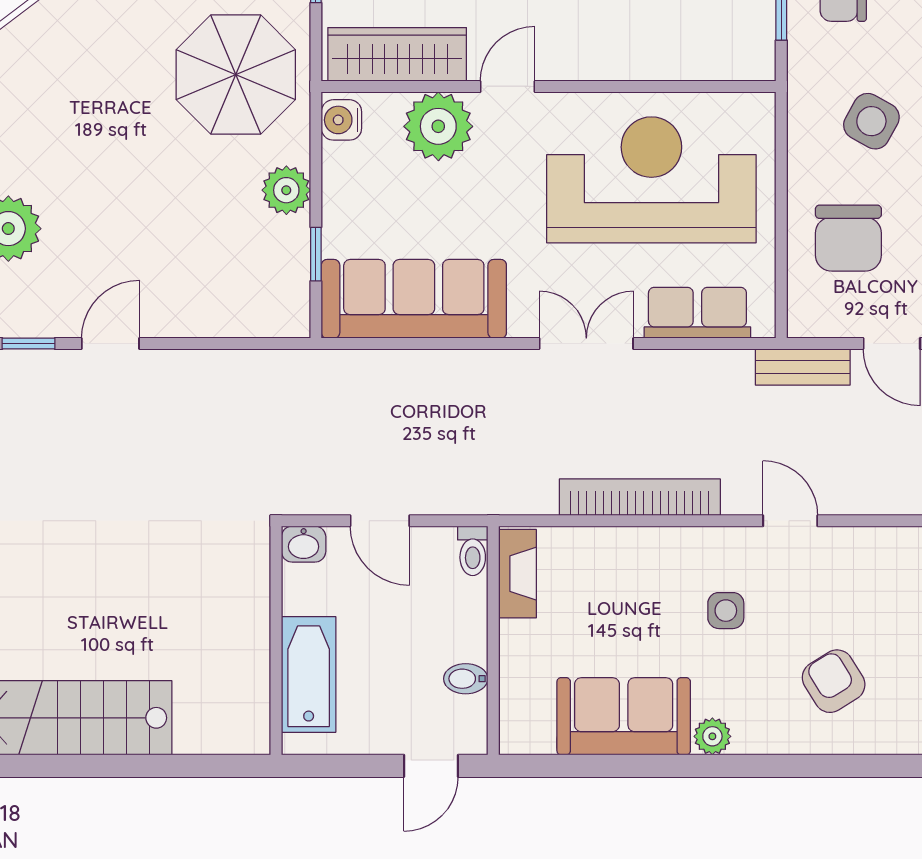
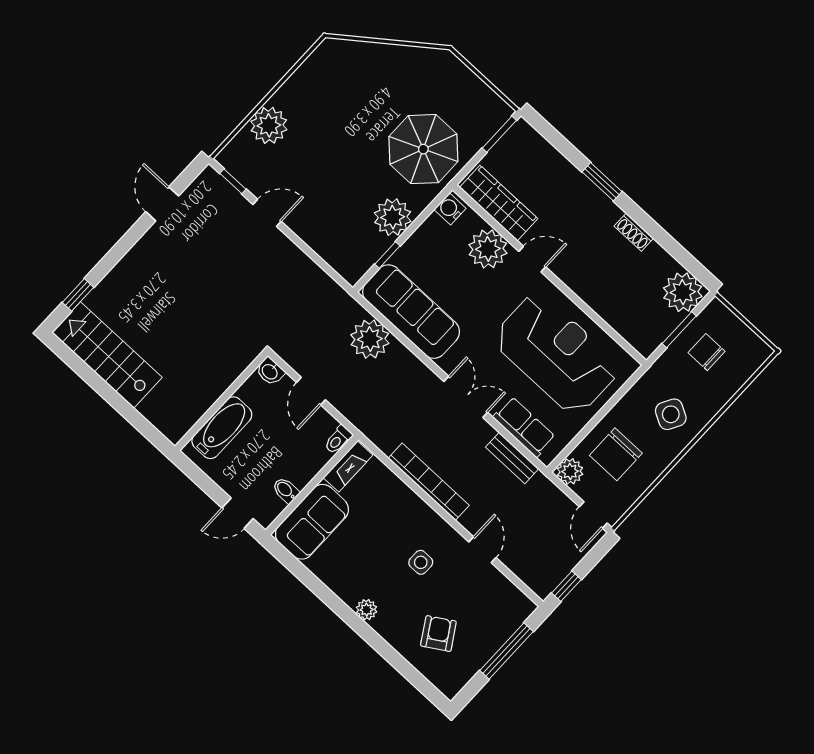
plant: (286, 190) -> (393, 217), width x1.36, depth x1.36
plant: (810, 315) -> (570, 471), added
bench: (803, 367) -> (512, 458), moved
plant: (394, 383) -> (370, 339), added
sofa: (624, 716) -> (312, 522), moved, turned 90

